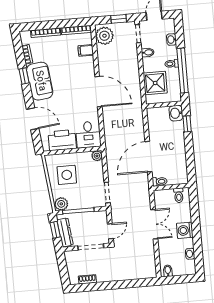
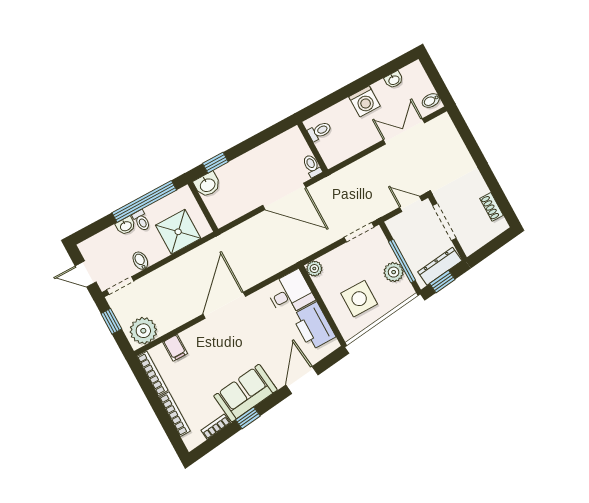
washbasin: (171, 39) -> (126, 226), moved
plant: (61, 204) -> (394, 272), moved
double door: (154, 224) -> (404, 131), moved

